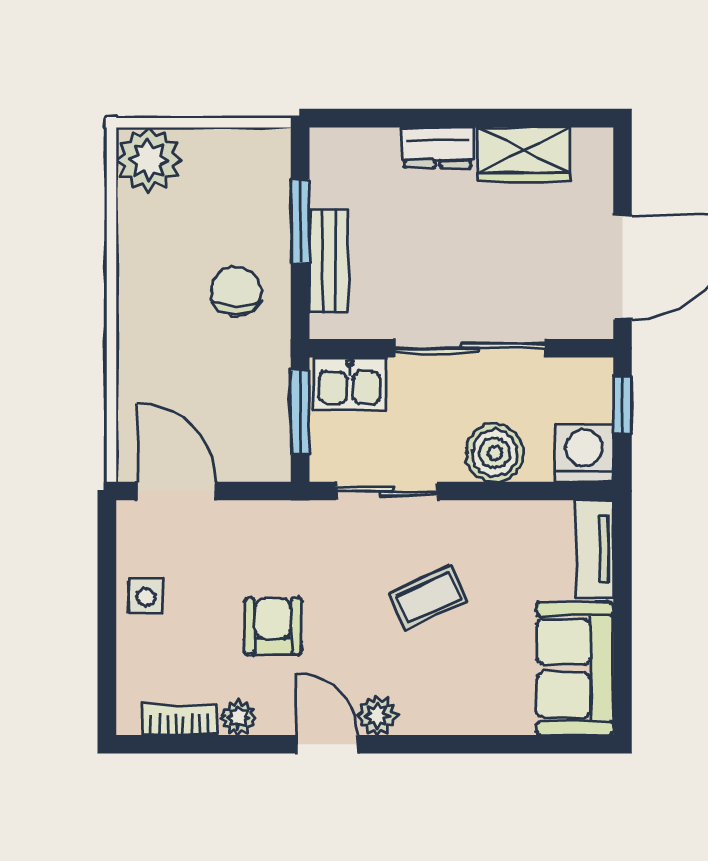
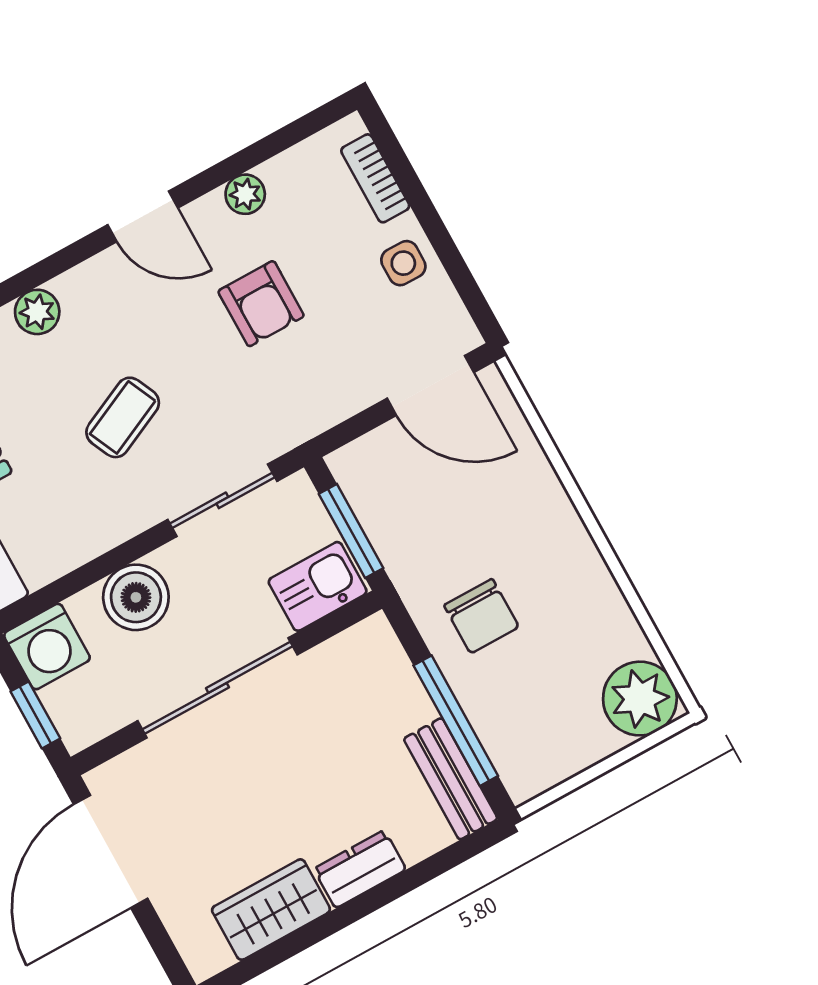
window: (300, 221) -> (456, 721), width x1.44
bench: (329, 261) -> (451, 779), moved
plant: (377, 715) -> (37, 312), moved
bookcase: (180, 720) -> (375, 178), moved, turned 90

